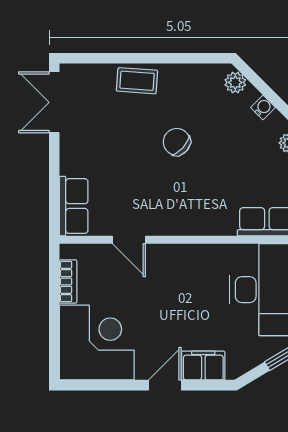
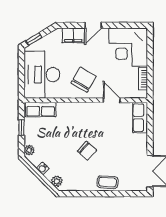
chair: (183, 280) -> (84, 80), added

